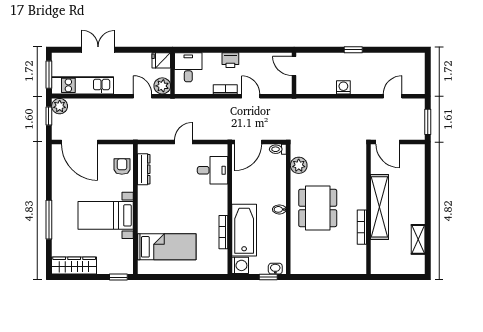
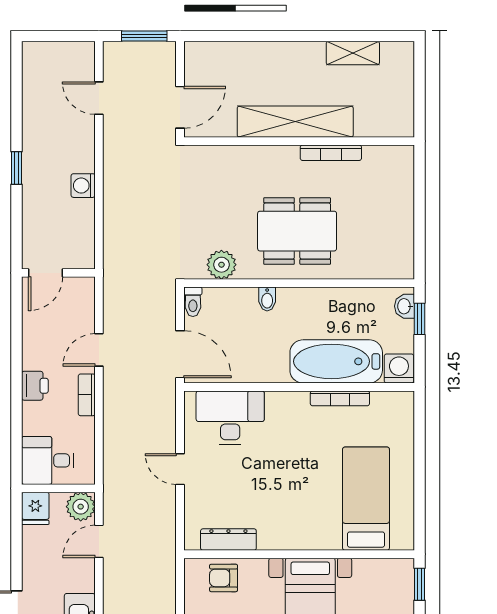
desk: (213, 170) -> (230, 417), width x1.37
bidet: (279, 209) -> (267, 299), moved

